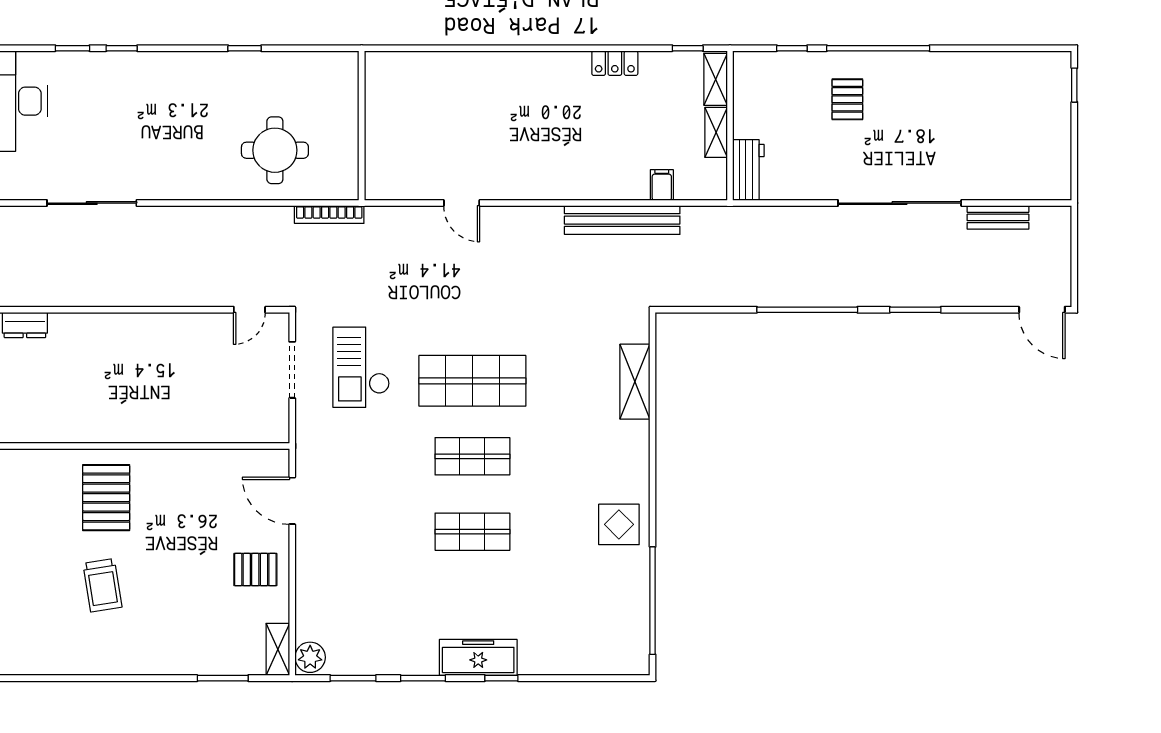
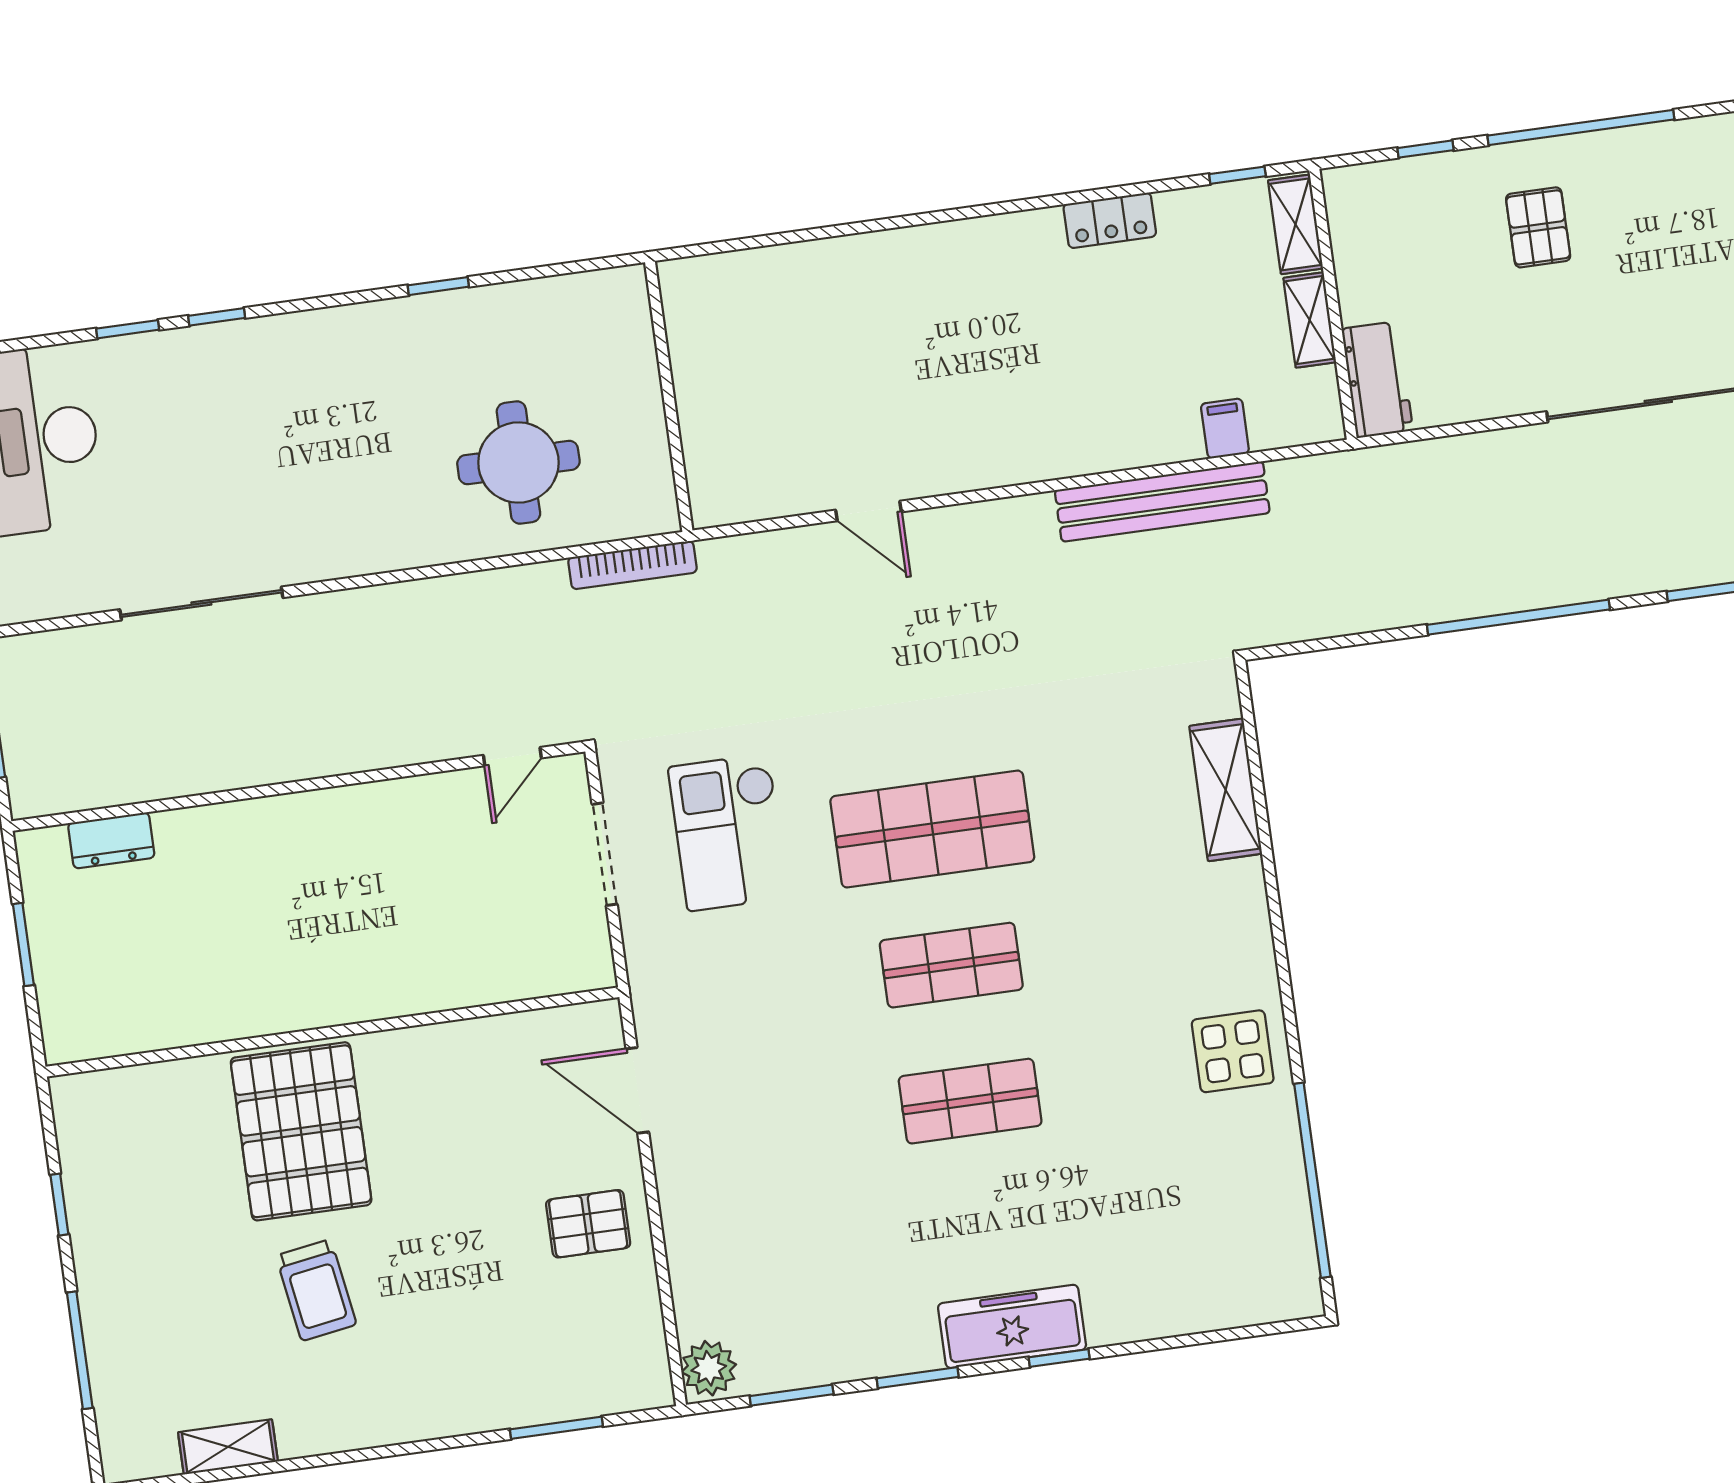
pallet: (106, 498) -> (301, 1131), width x1.37, depth x1.41
shelving: (278, 649) -> (228, 1447), moved, turned 90

